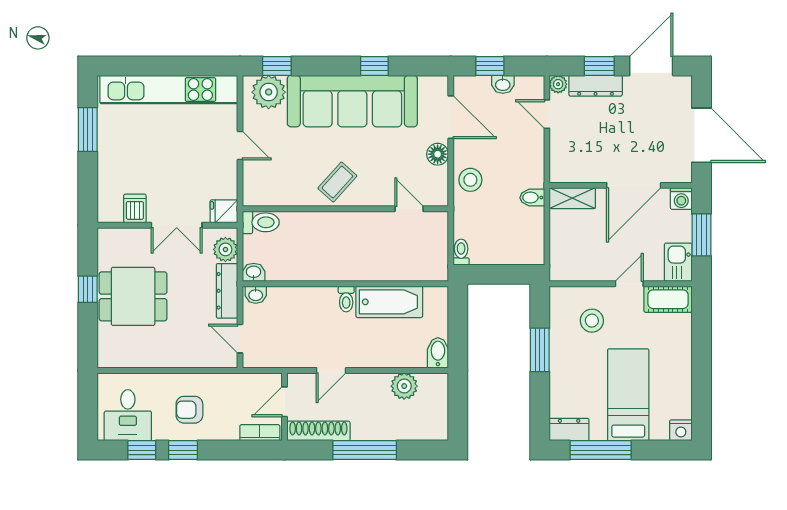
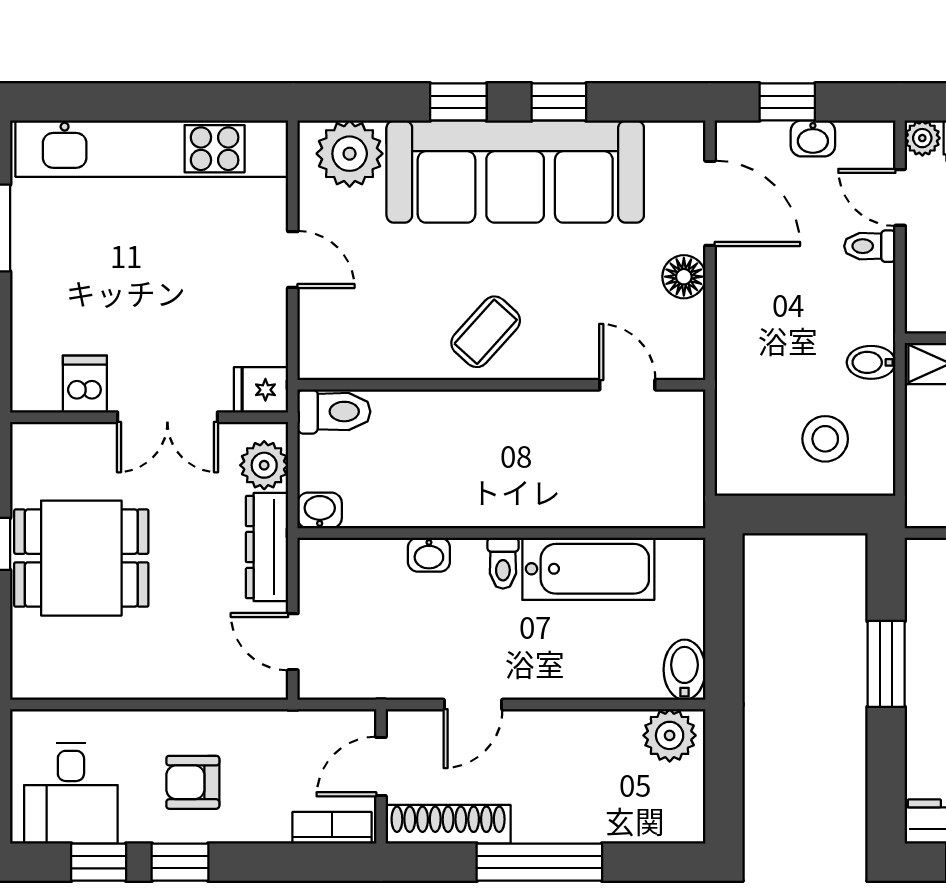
window: (277, 66) -> (458, 102), moved
stool: (470, 180) -> (825, 439), moved
toilet: (461, 252) -> (870, 246), moved, turned -90
washbasin: (256, 295) -> (429, 555), moved
plant: (404, 386) -> (670, 735), moved

